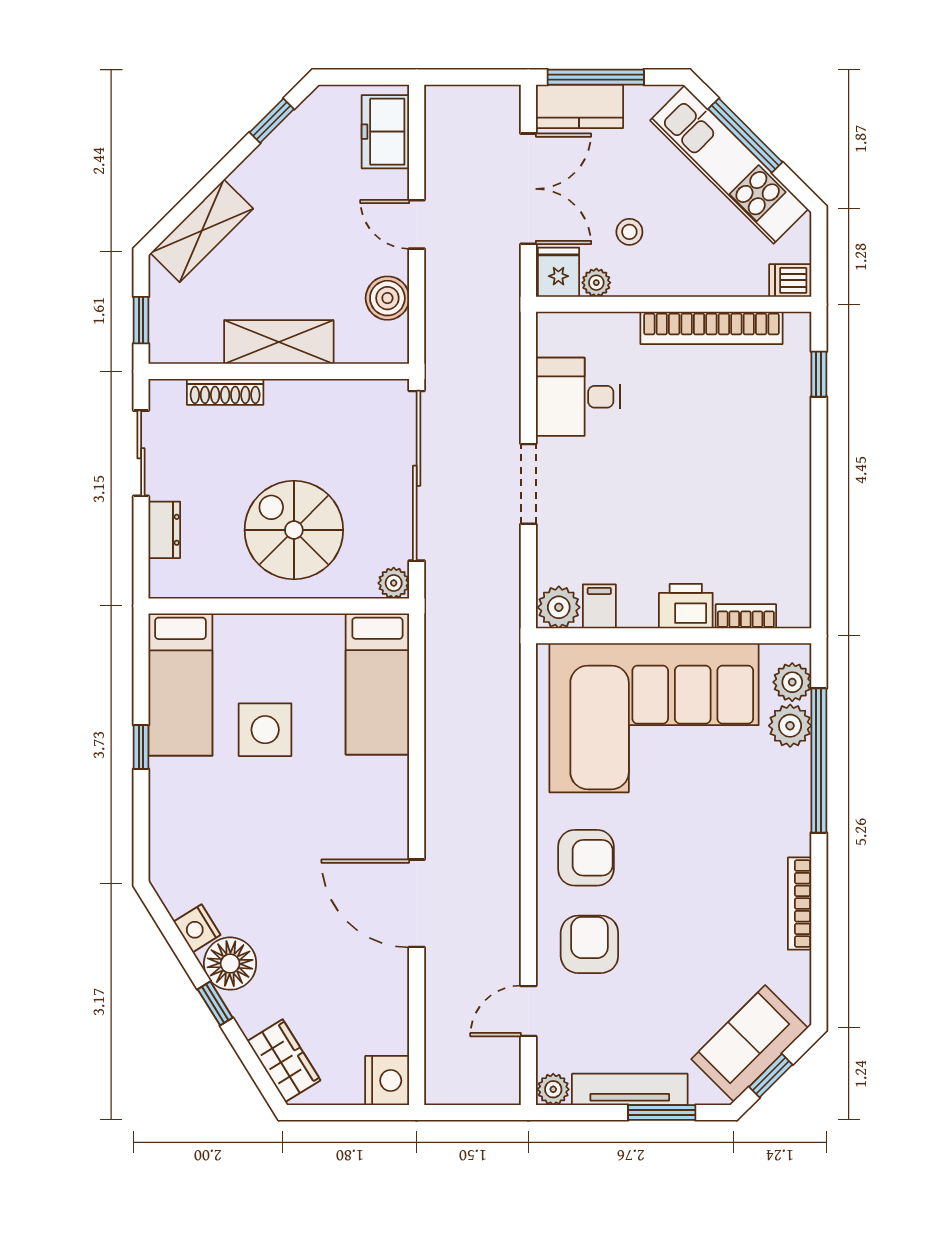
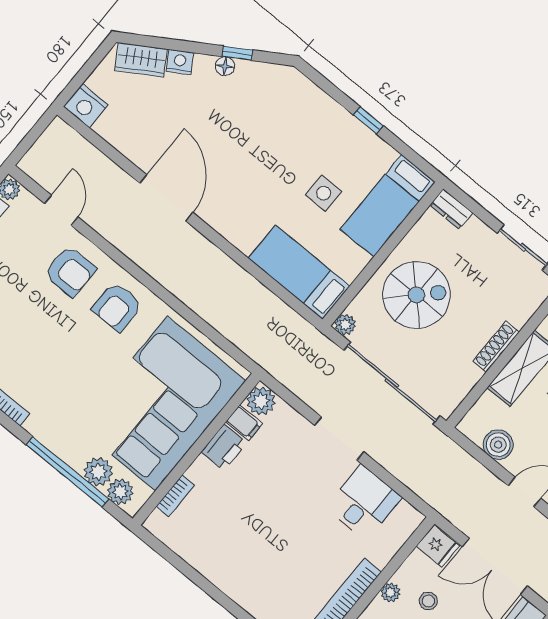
plant: (596, 283) -> (390, 593), moved
shoe rack: (225, 392) -> (496, 347), moved
dresser: (164, 530) -> (451, 209), moved
printer: (686, 606) -> (224, 447), moved
bed: (180, 685) -> (388, 206), moved, turned -90
side table: (265, 730) -> (324, 193), width x0.73, depth x0.73
door: (417, 903) -> (166, 198), hinge flipped
nightstand: (197, 928) -> (180, 62), moved
floor lamp: (230, 964) -> (225, 66), width x0.53, depth x0.53
window: (215, 1003) -> (237, 53), moved

